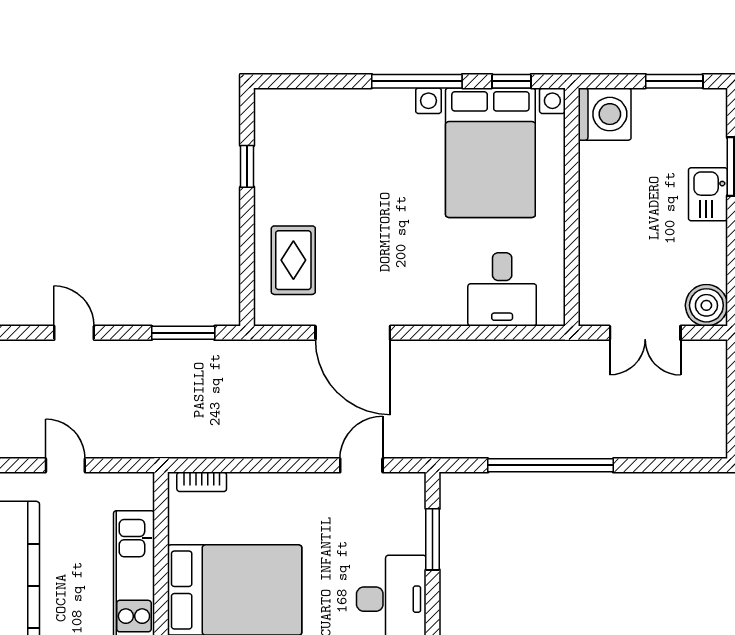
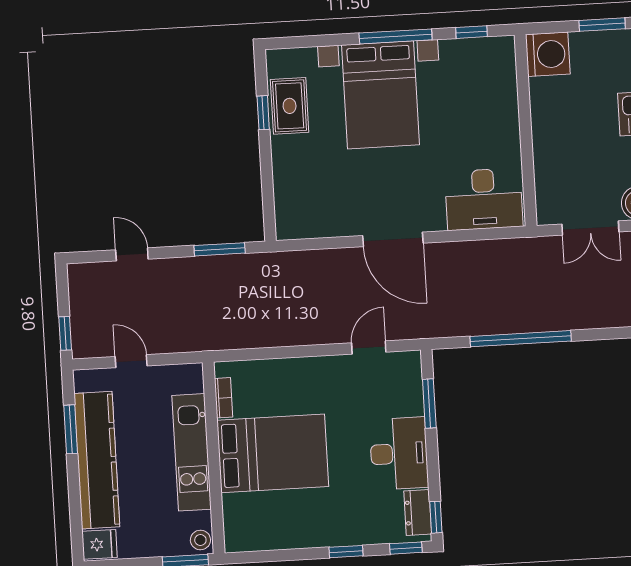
bed with nightstands: (490, 153) -> (380, 95), moved
rug: (293, 260) -> (290, 106), moved
desk: (502, 289) -> (484, 199), width x1.37
door: (353, 333) -> (393, 239), moved
bookcase: (202, 482) -> (224, 398), moved, turned -90

